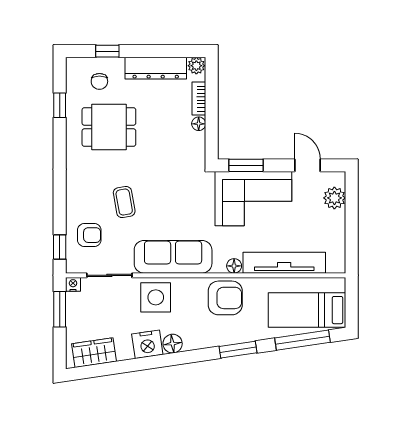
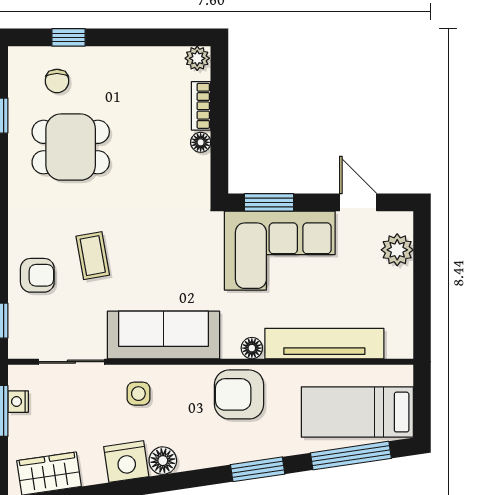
dresser: (156, 68) -> (138, 62), removed
armchair: (89, 235) -> (37, 275), moved
nightstand: (73, 284) -> (18, 402), moved, turned -90
side table: (156, 297) -> (138, 394), width x0.54, depth x0.54
armchair: (225, 298) -> (239, 394), turned 180

